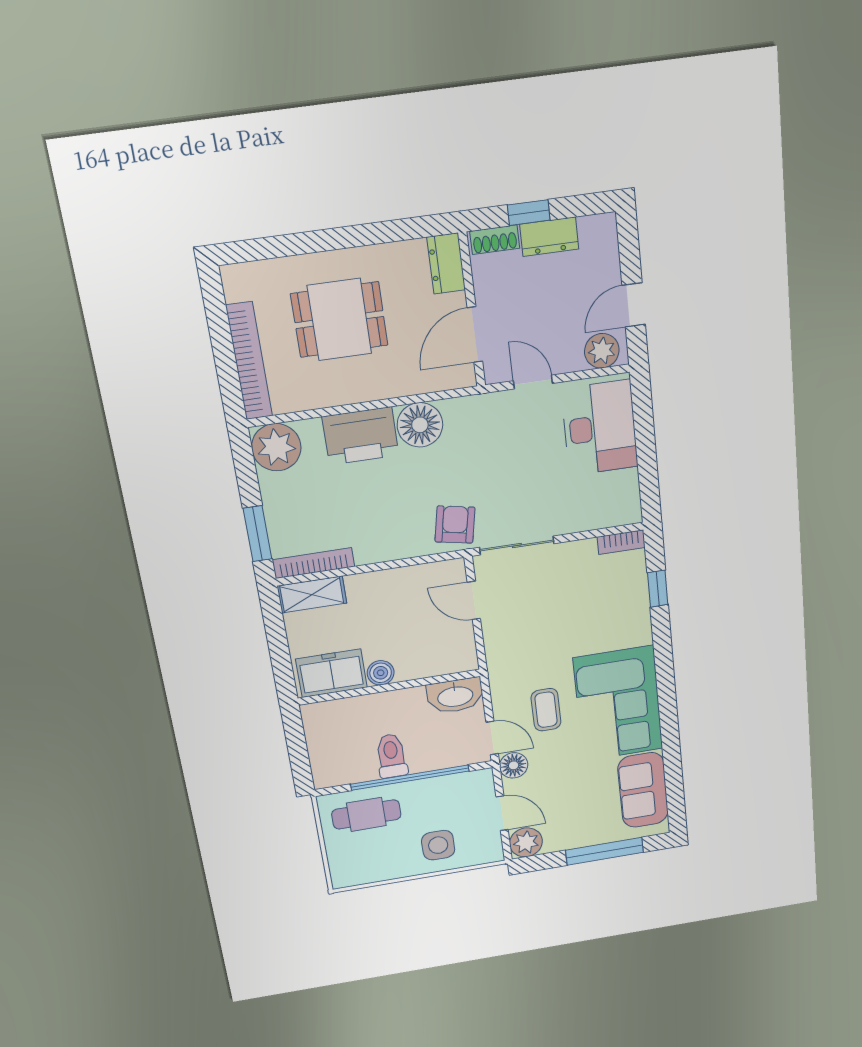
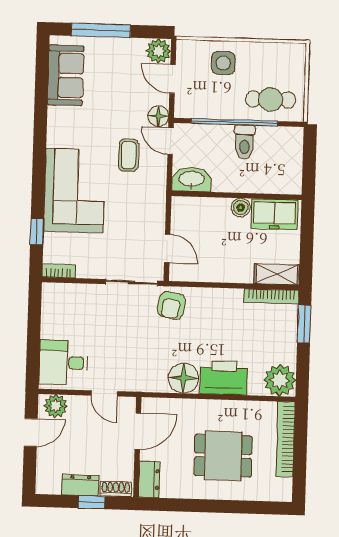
desk: (600, 428) -> (63, 363), width x0.73
corner sofa: (618, 704) -> (74, 191), moved

